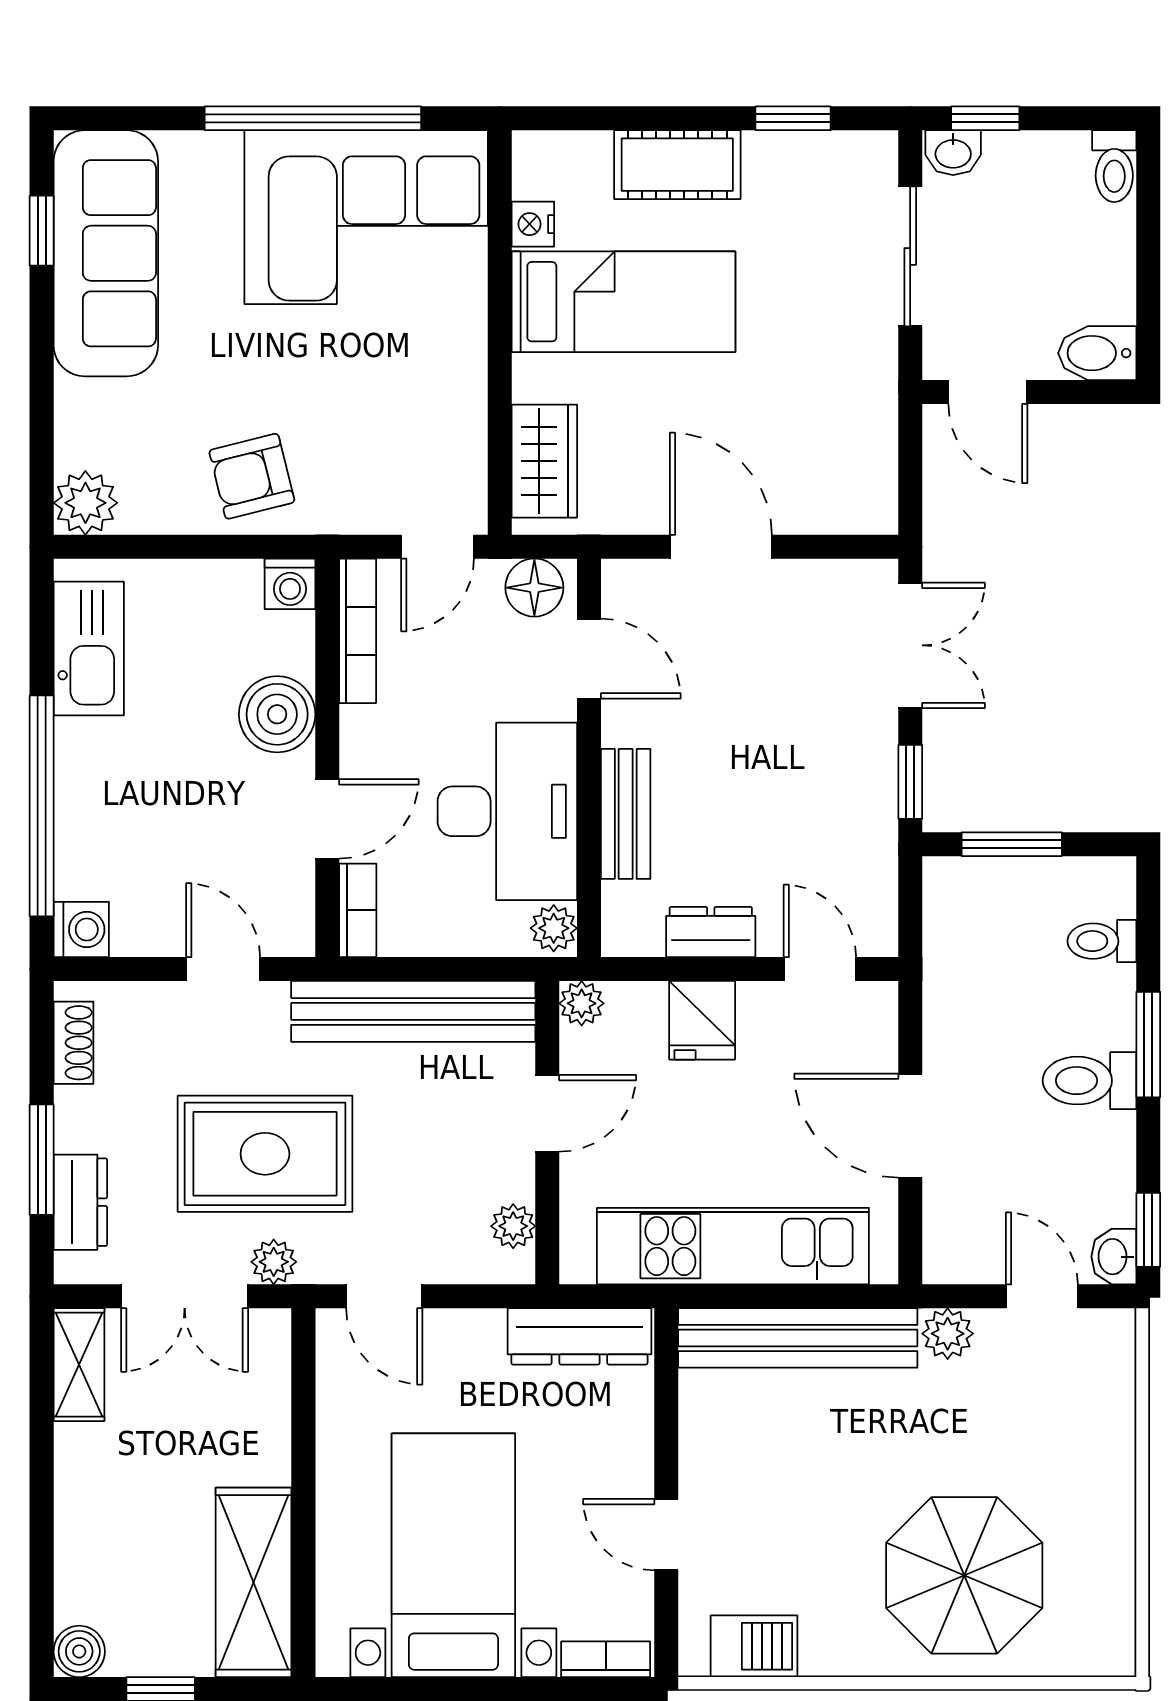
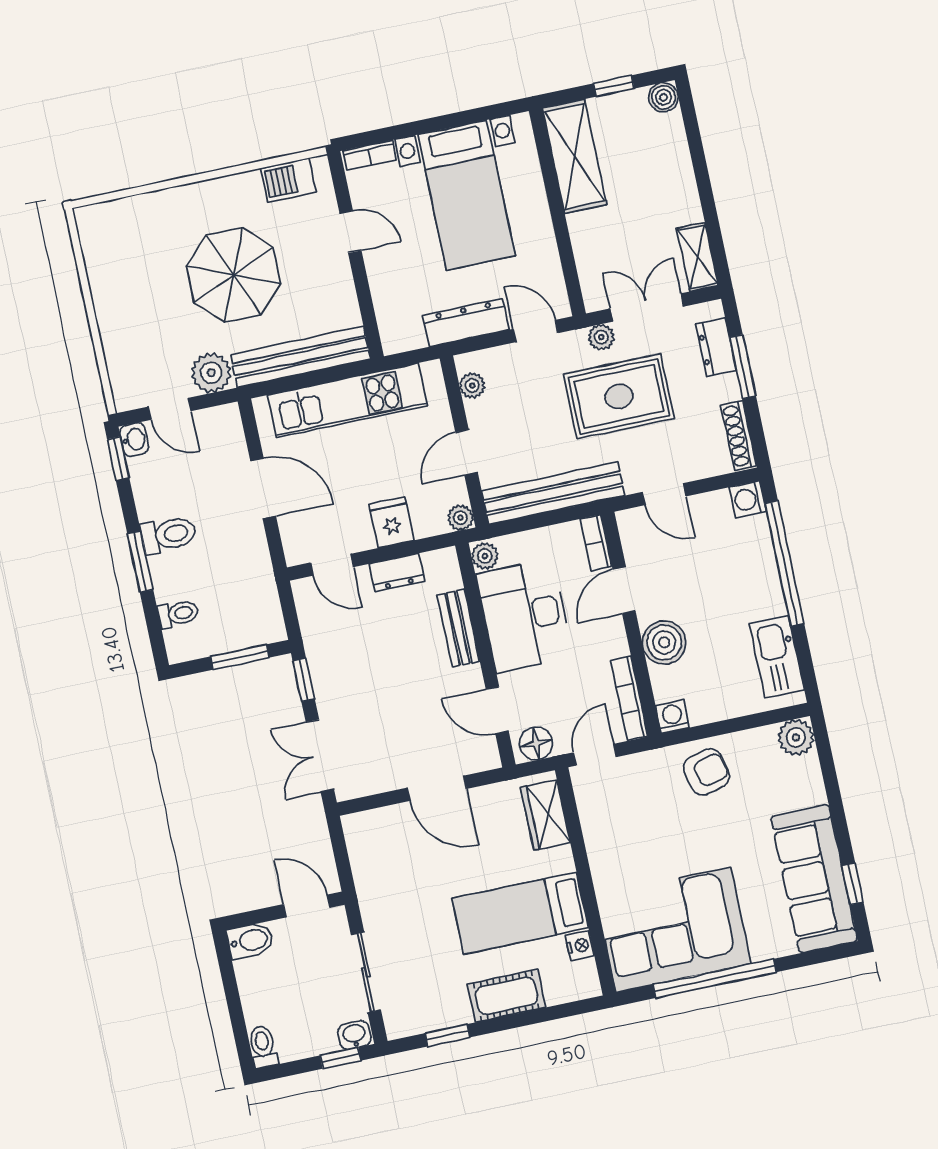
shoe rack: (73, 1043) -> (739, 435), width x1.43
plant: (948, 1334) -> (211, 373), width x1.38, depth x1.38
dresser: (579, 1336) -> (466, 323), moved
parasol: (964, 1575) -> (233, 275), moved

